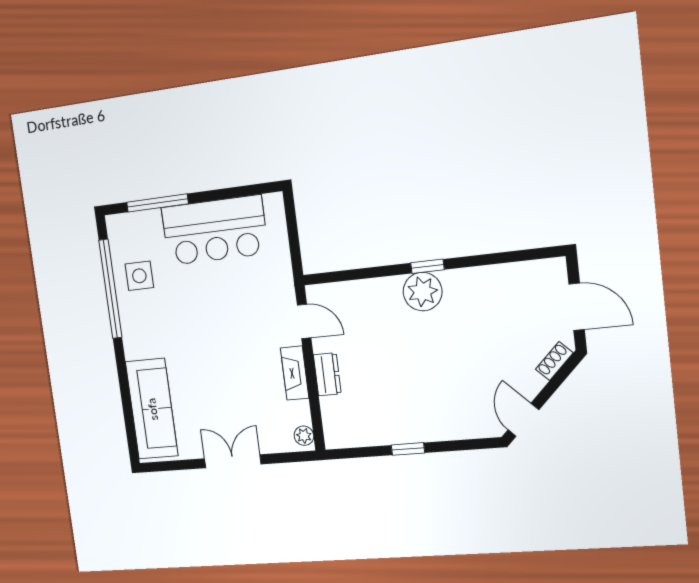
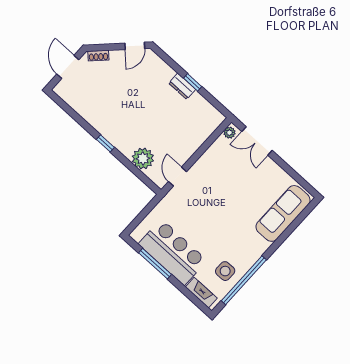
window: (157, 203) -> (155, 264), moved
plant: (423, 292) -> (143, 159), moved
fireplace: (295, 373) -> (201, 293), moved, turned -90
dresser: (327, 374) -> (182, 86), moved, turned -90
double door: (233, 461) -> (257, 141), moved

